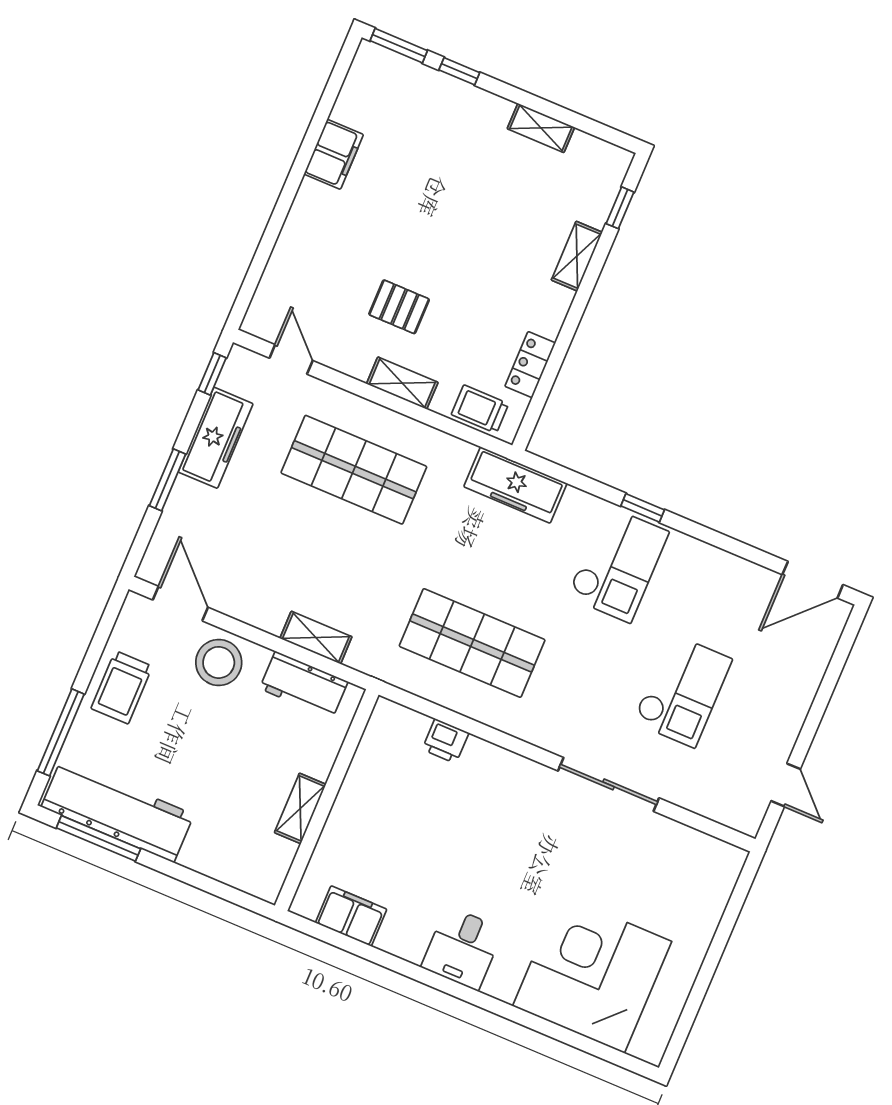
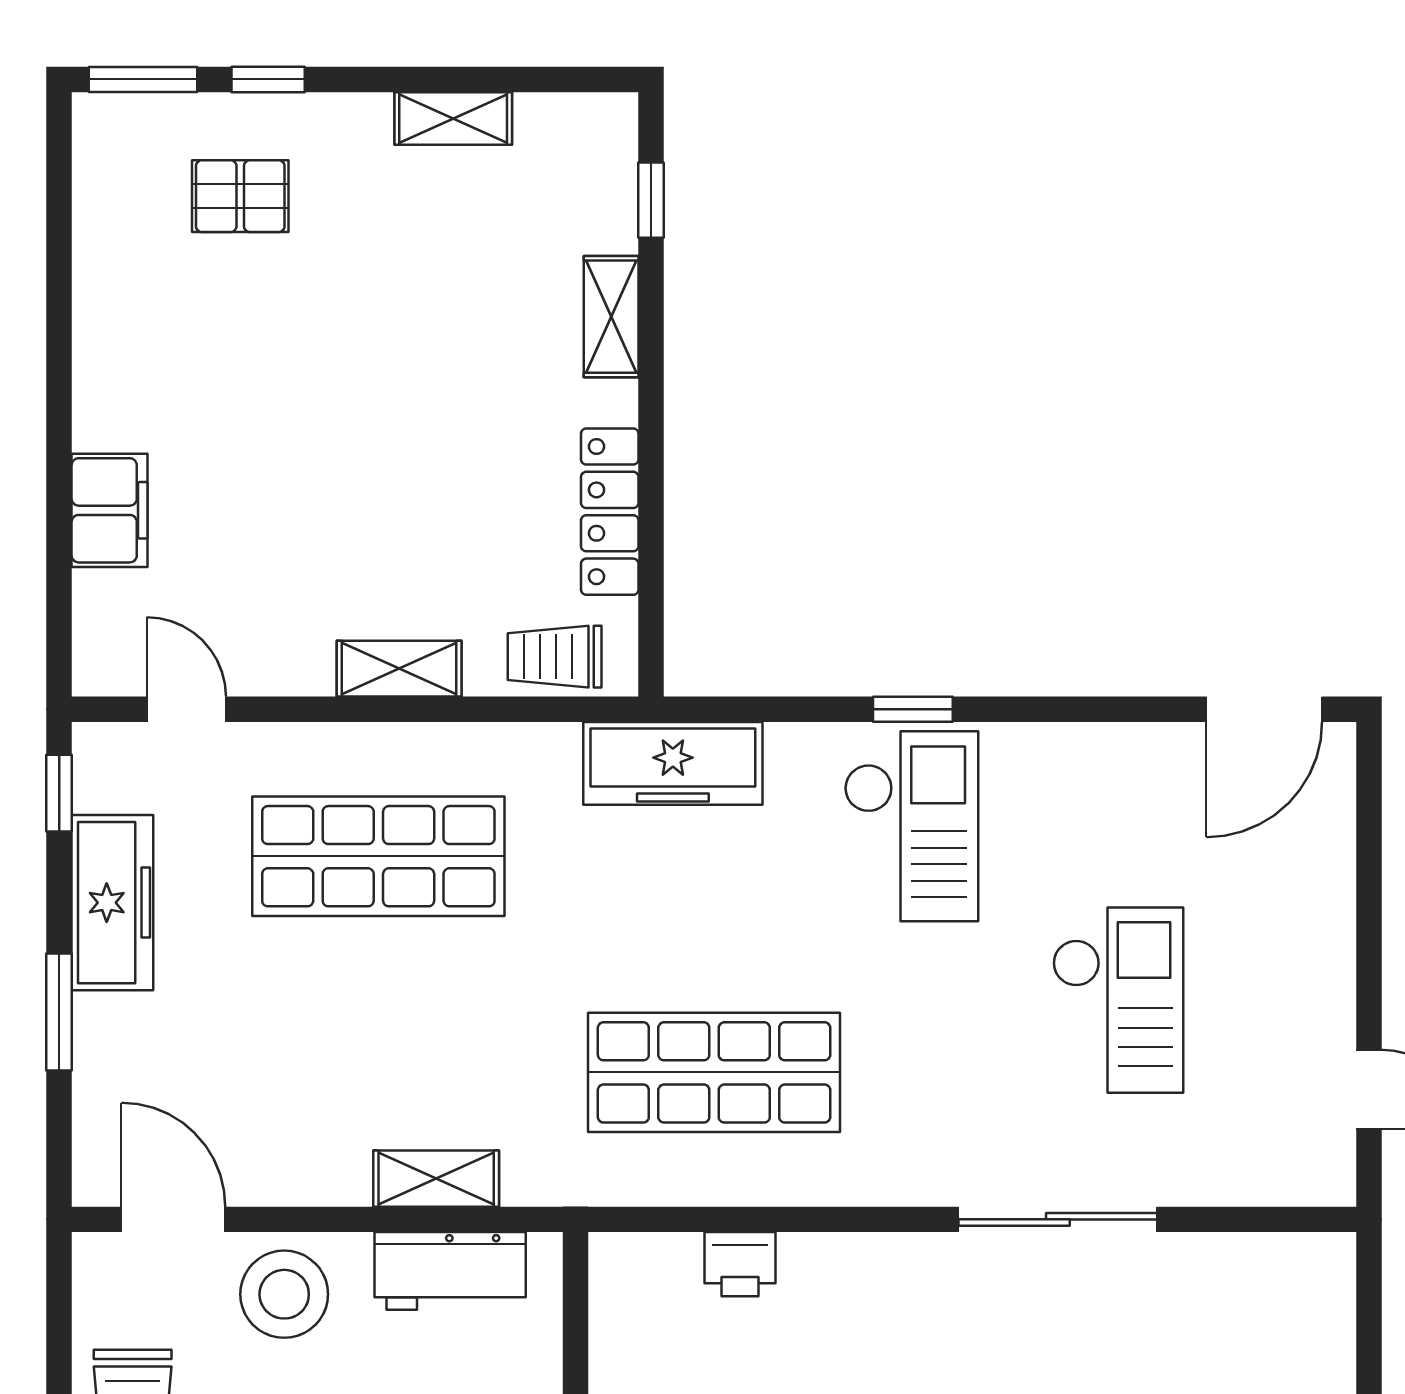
filing cabinet: (334, 154) -> (109, 510), moved
pallet: (399, 307) -> (240, 196), moved
locker: (530, 365) -> (610, 512), width x1.53

